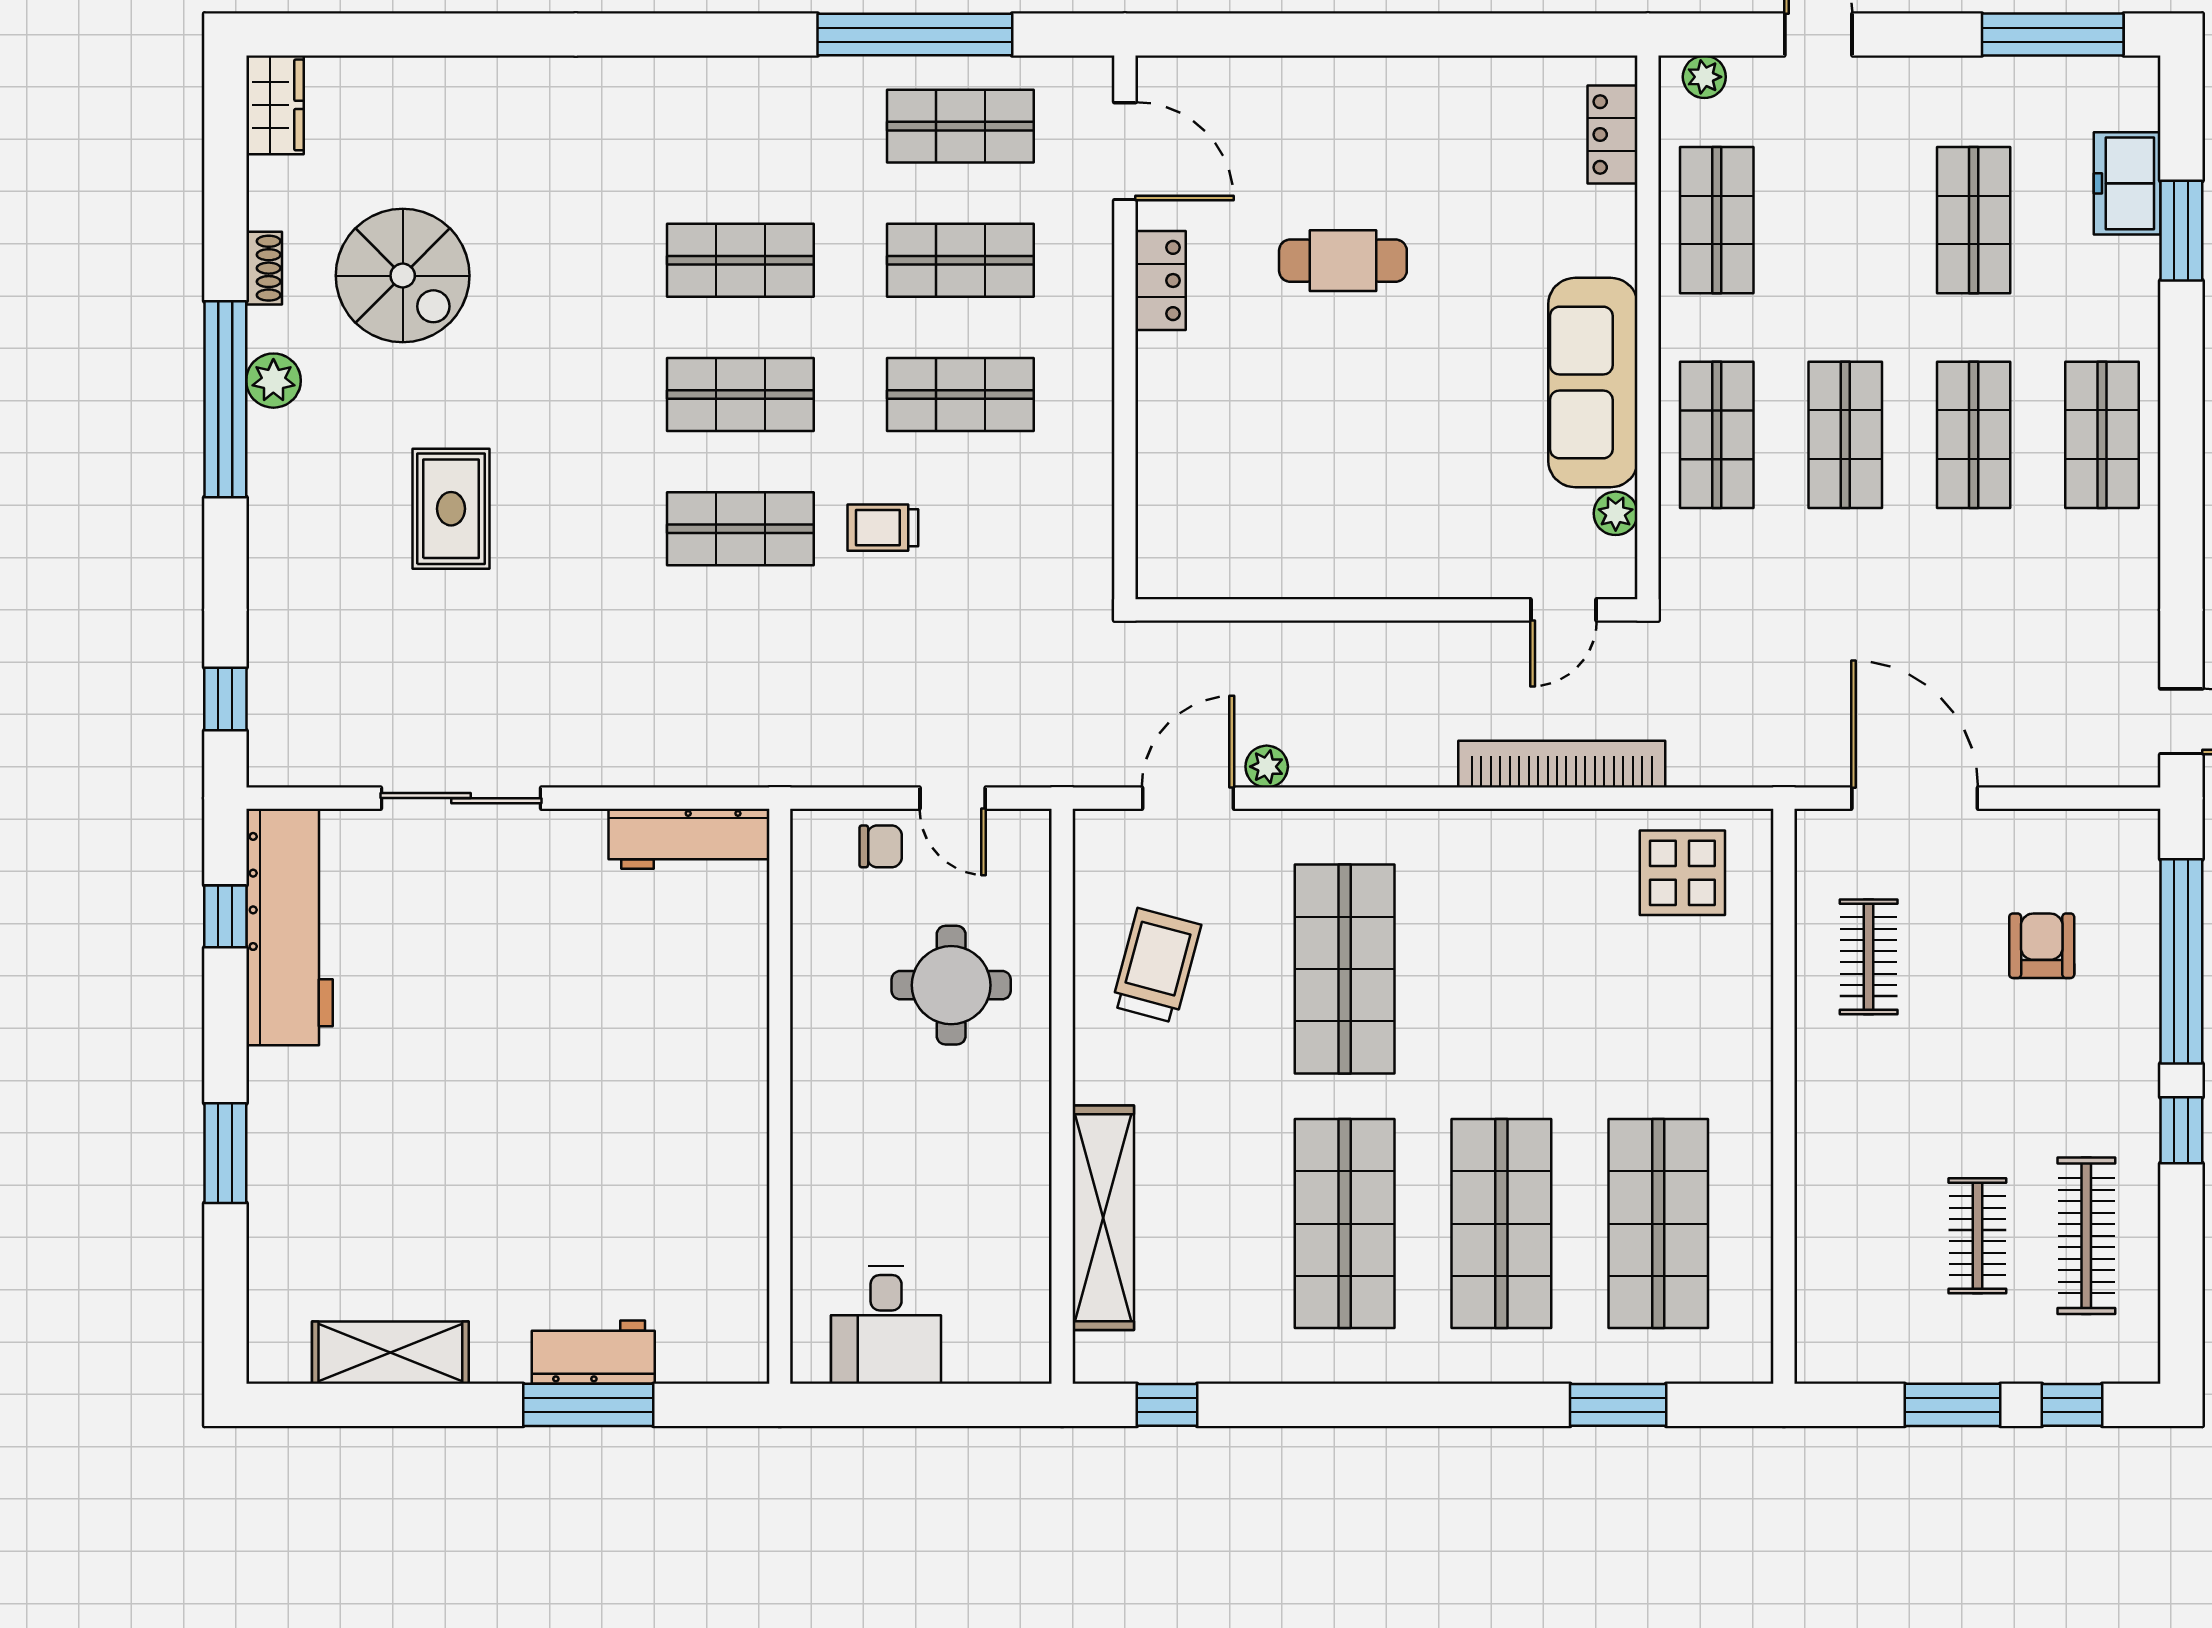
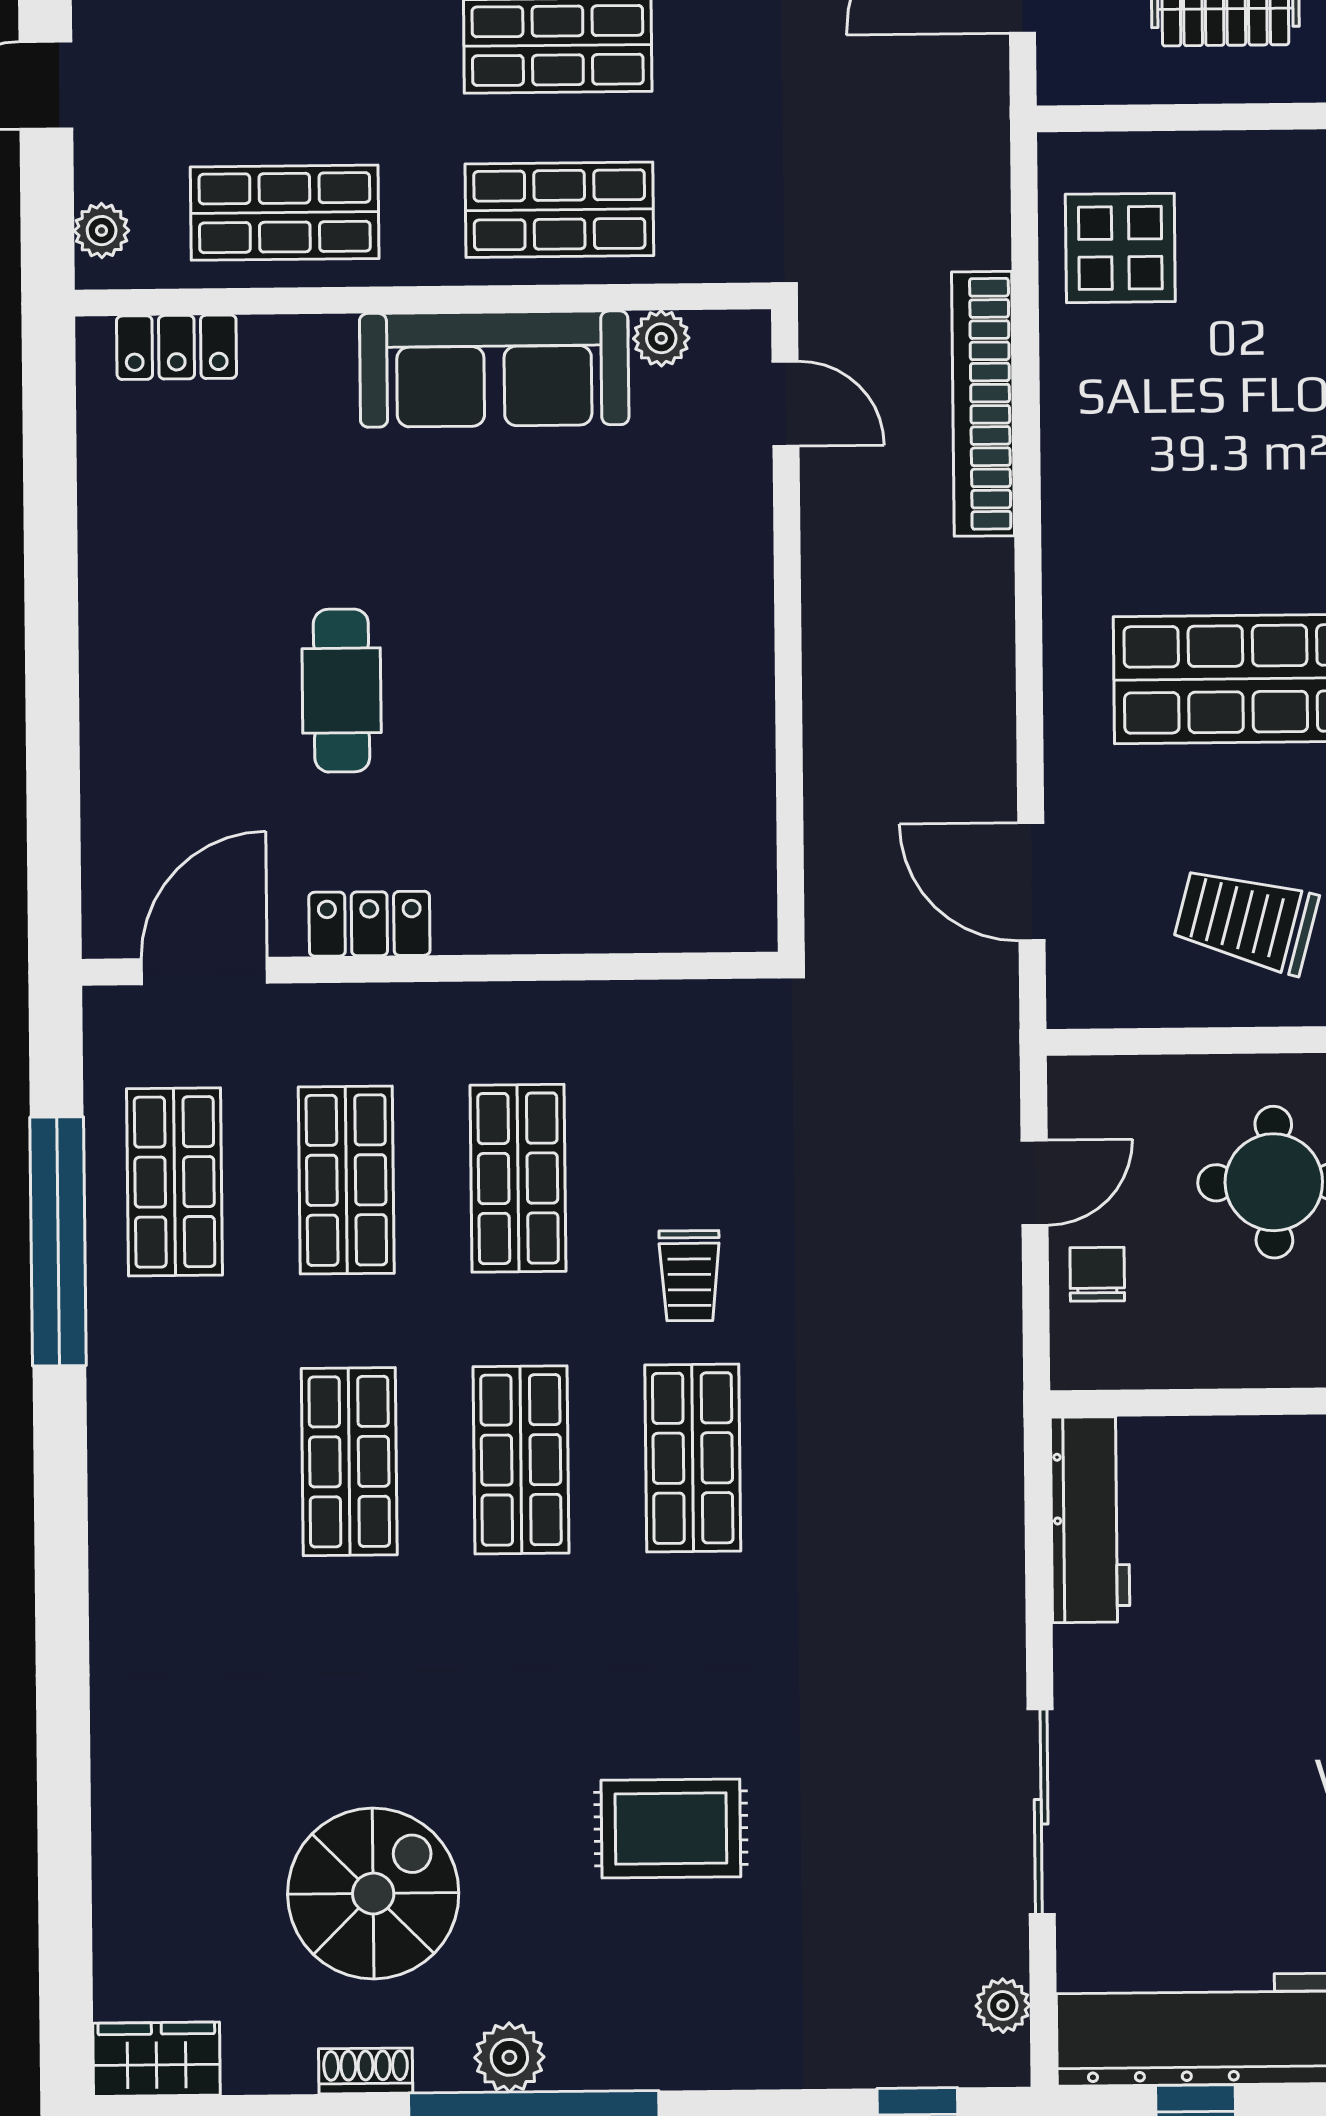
plant: (1267, 767) -> (1003, 2006), moved

